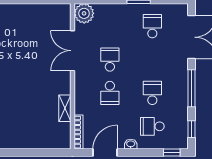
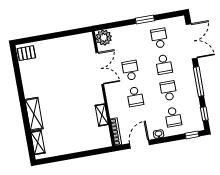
double door: (72, 51) -> (100, 69), swing flipped
school desk: (152, 60) -> (164, 64), added
school desk: (152, 126) -> (173, 117), turned -90

